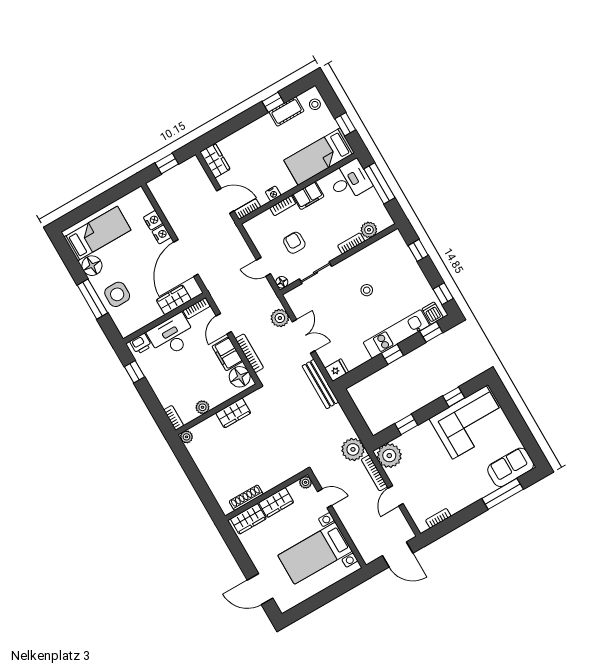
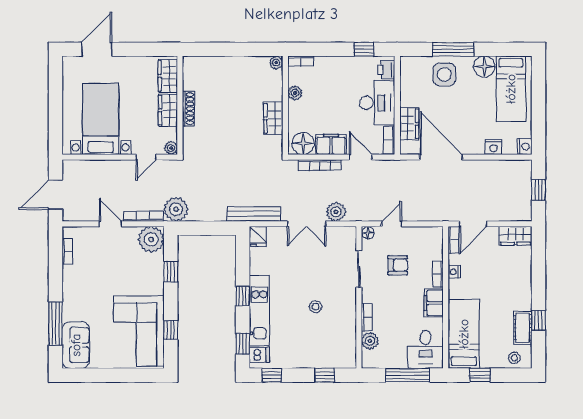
nightstand: (161, 234) -> (524, 147), moved, turned -90
shoe rack: (246, 498) -> (188, 109), moved

